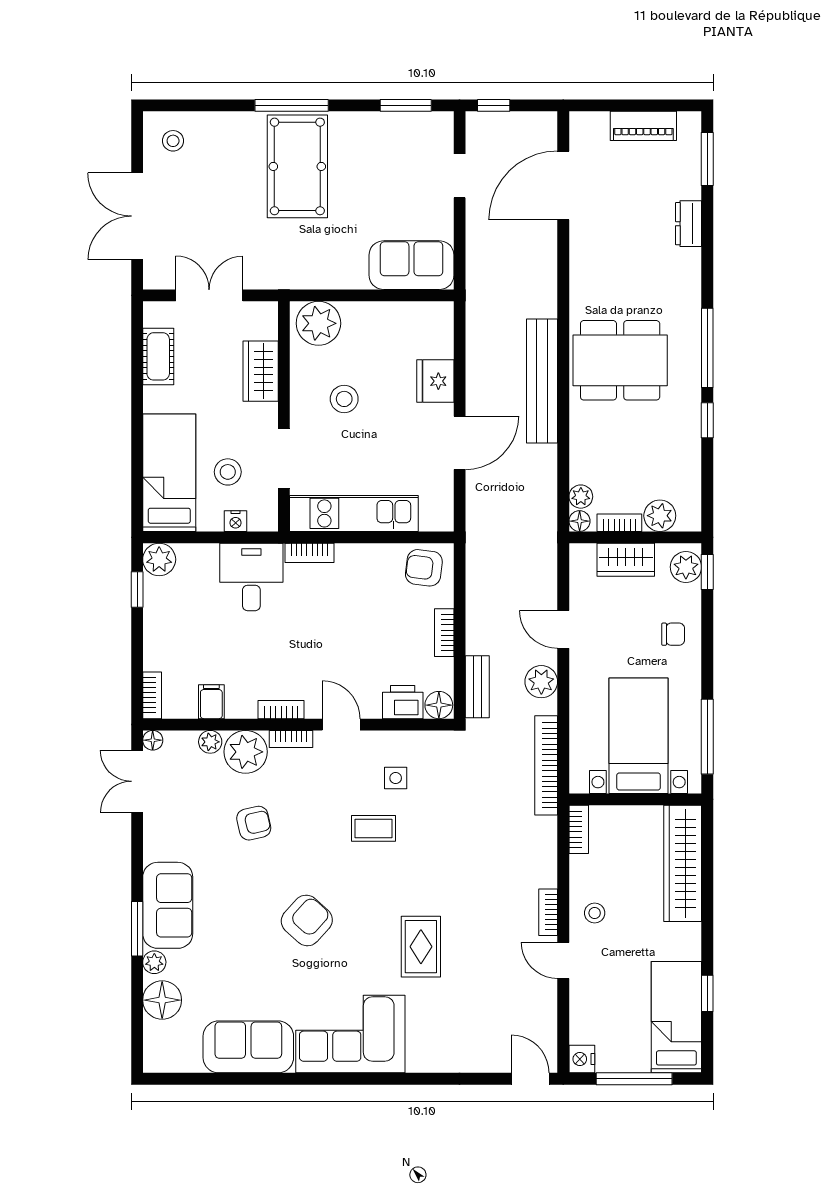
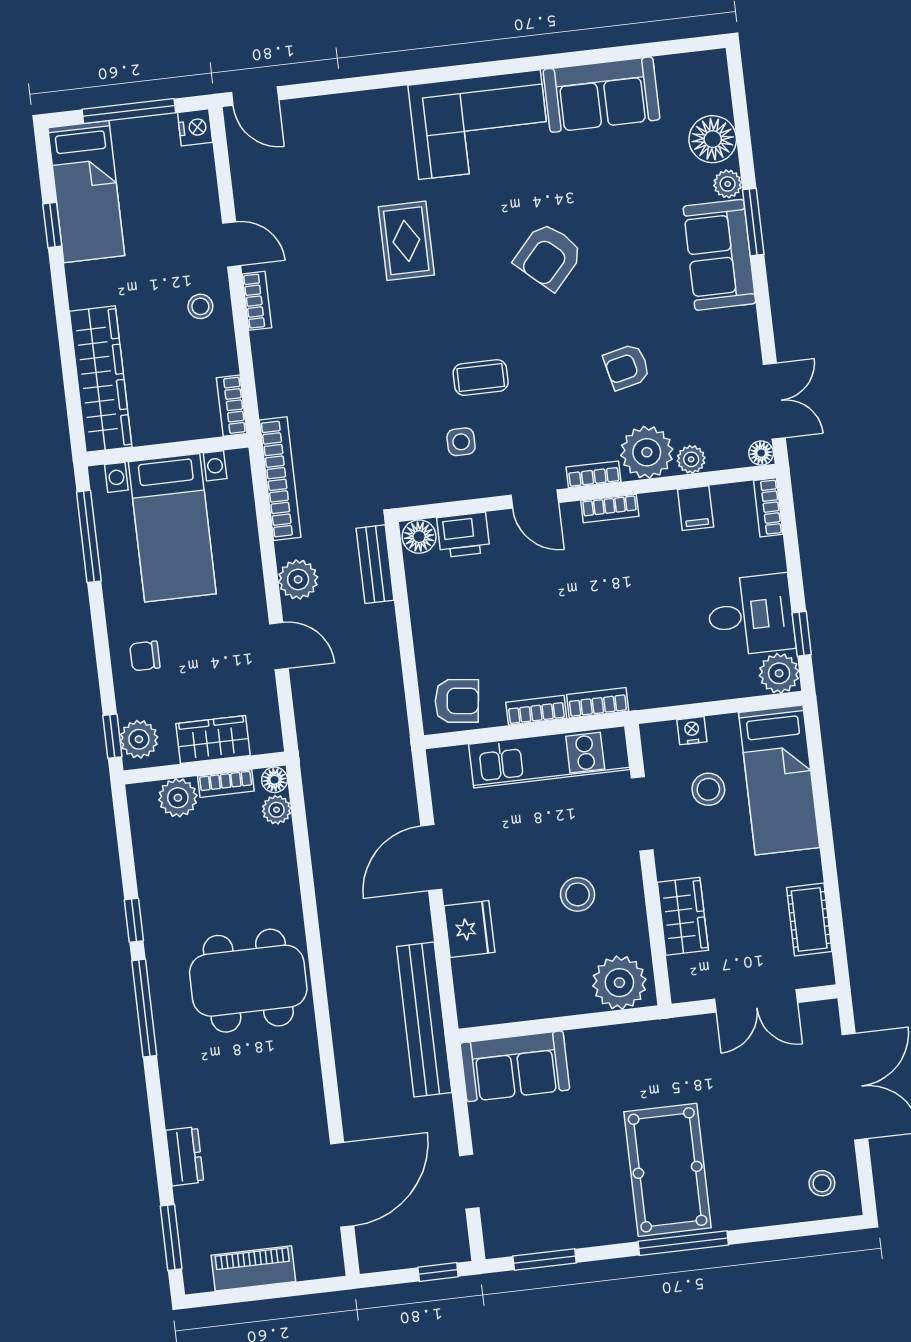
bench: (542, 381) -> (424, 1019), moved
desk: (251, 577) -> (751, 615), moved, turned -90
bookcase: (444, 633) -> (536, 710), moved, turned -90

